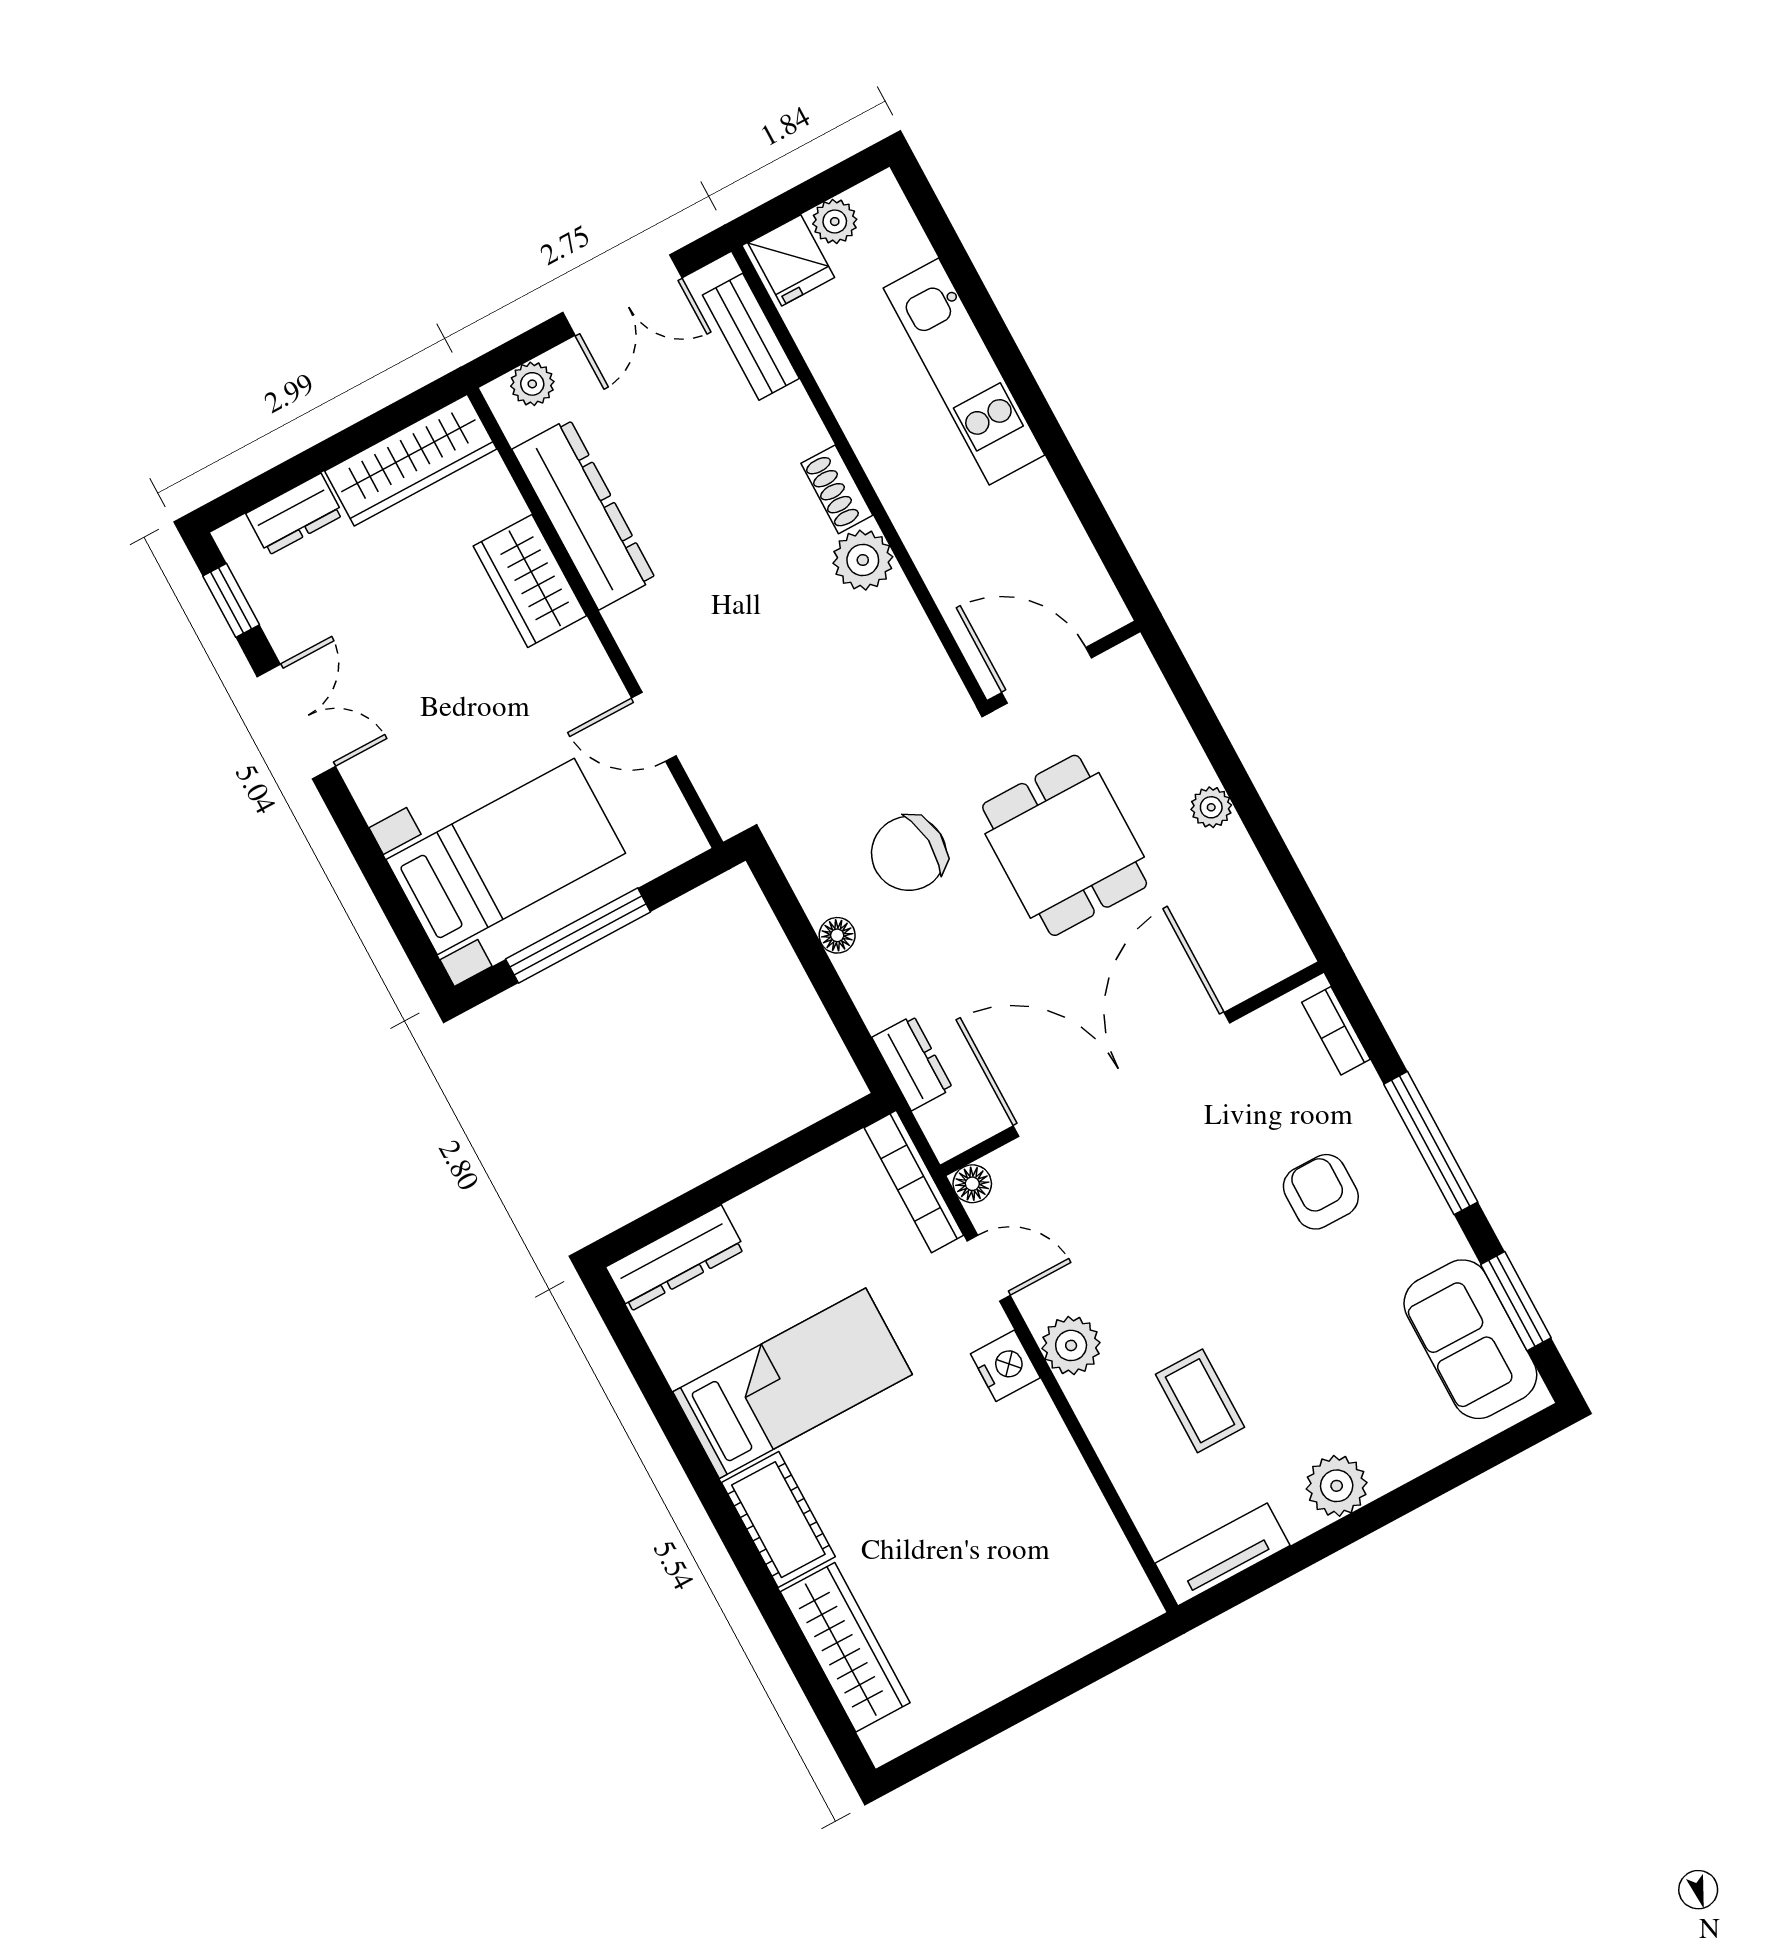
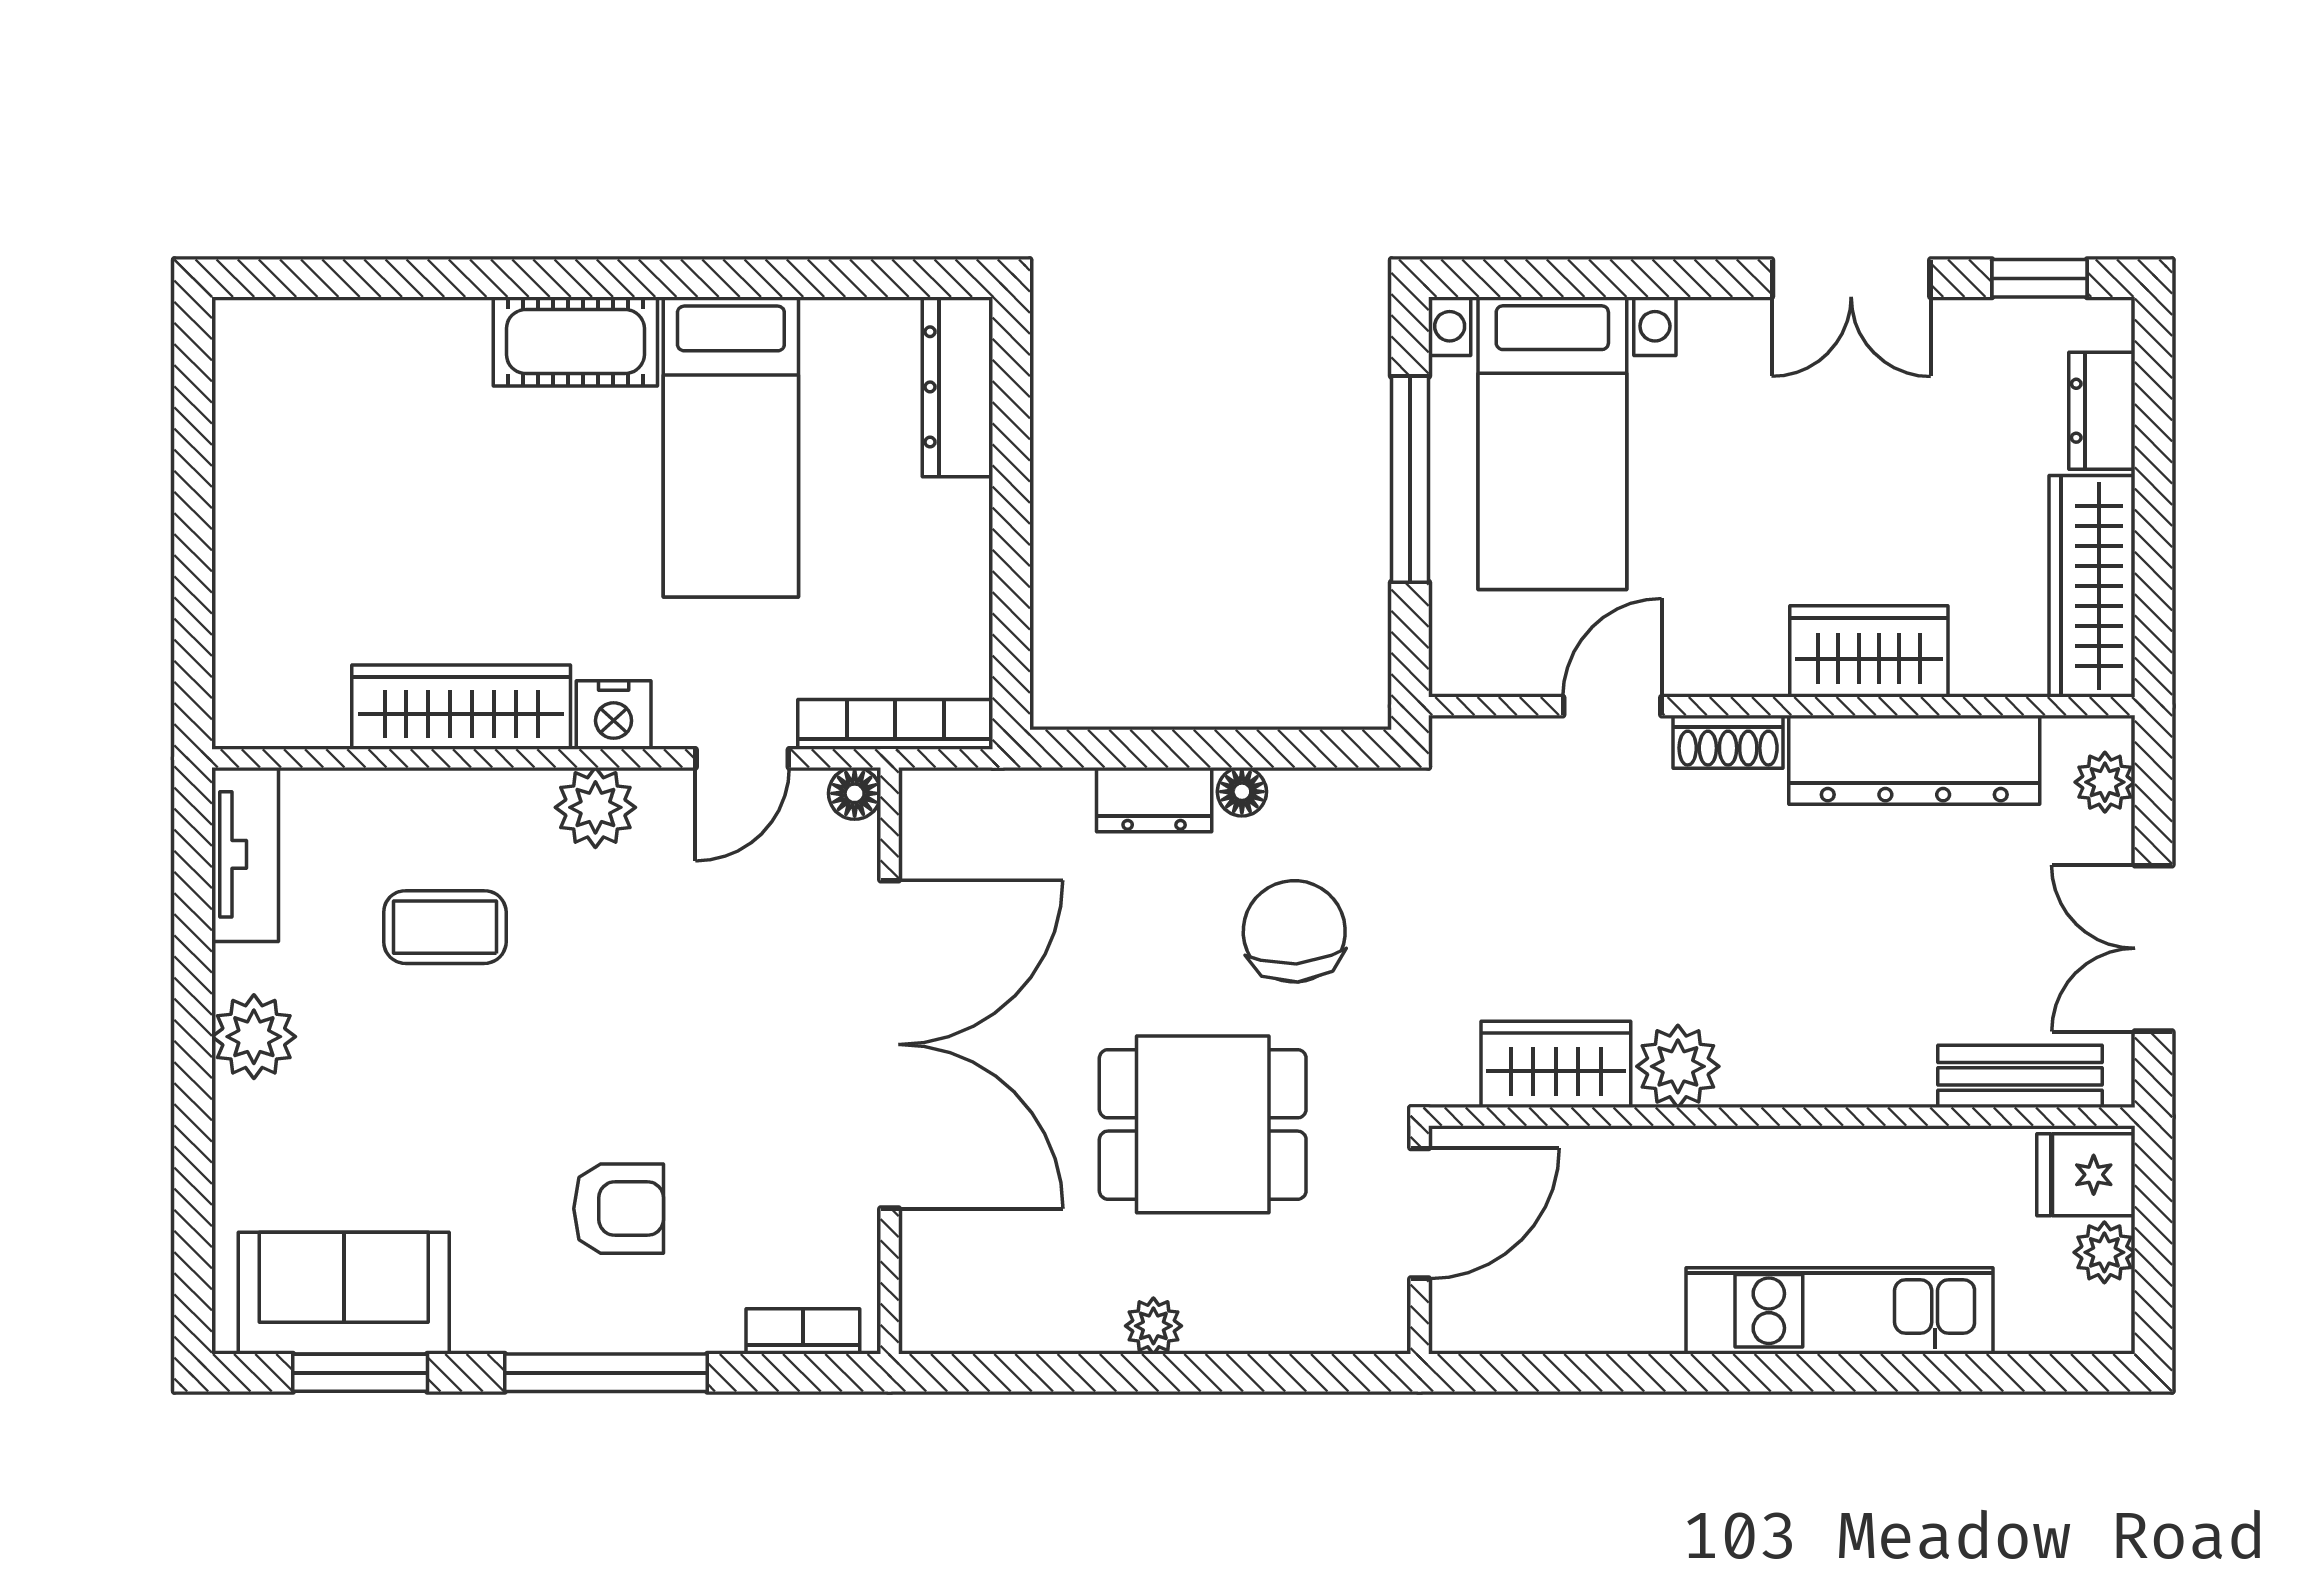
shoe rack: (837, 489) -> (1728, 742), moved, turned 180
wardrobe: (904, 639) -> (1556, 1064), added
dresser: (912, 1063) -> (1154, 800), moved
wardrobe: (845, 1647) -> (461, 707), moved, turned 180

